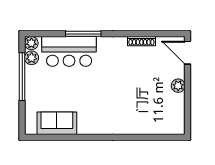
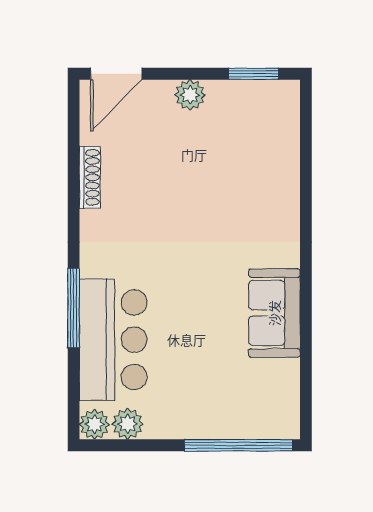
window: (22, 77) -> (238, 445), moved
window: (188, 114) -> (253, 74), added
sofa: (57, 123) -> (274, 313), moved

